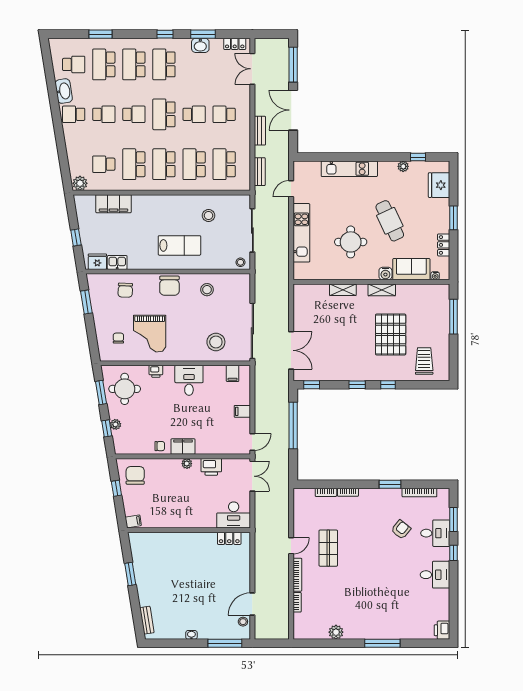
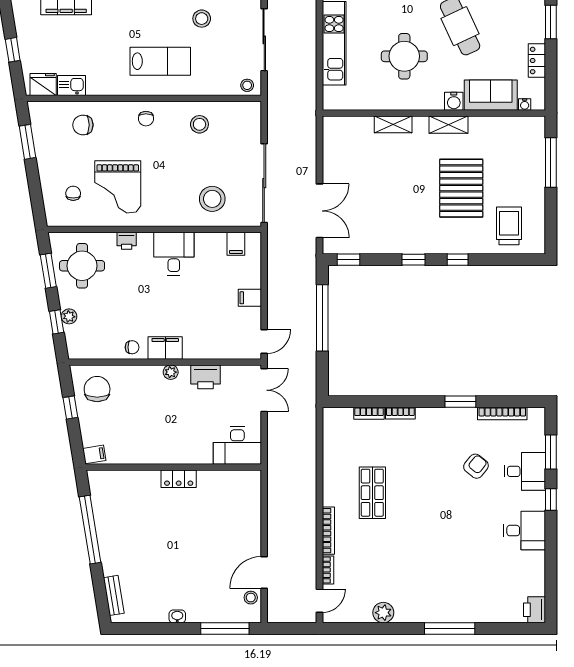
chair: (169, 286) -> (146, 119), width x0.54, depth x0.54
chair: (125, 290) -> (83, 125), turned 88
locker: (229, 538) -> (179, 479), moved
door: (291, 546) -> (319, 601), moved
window: (130, 574) -> (90, 530), width x2.11

